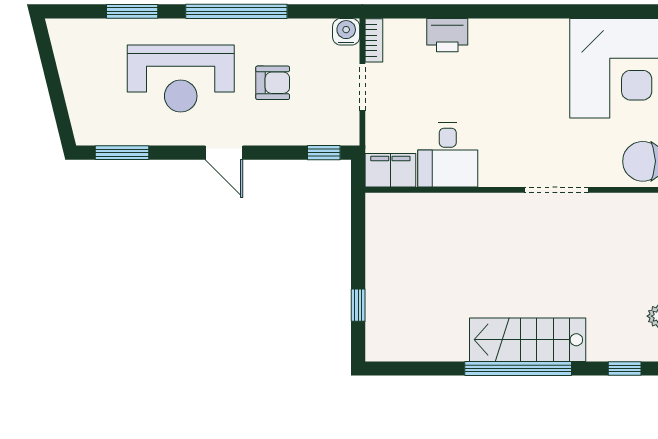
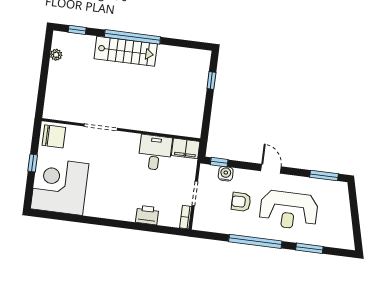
water cooler: (346, 32) -> (226, 174), moved, turned 180
reception desk: (181, 79) -> (289, 210), turned 180

